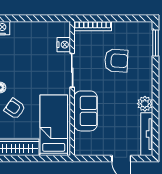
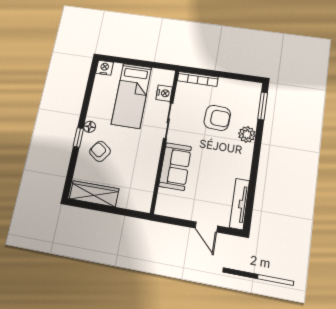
plant: (145, 104) -> (247, 134), moved
bed: (54, 125) -> (131, 96), moved, turned 180

